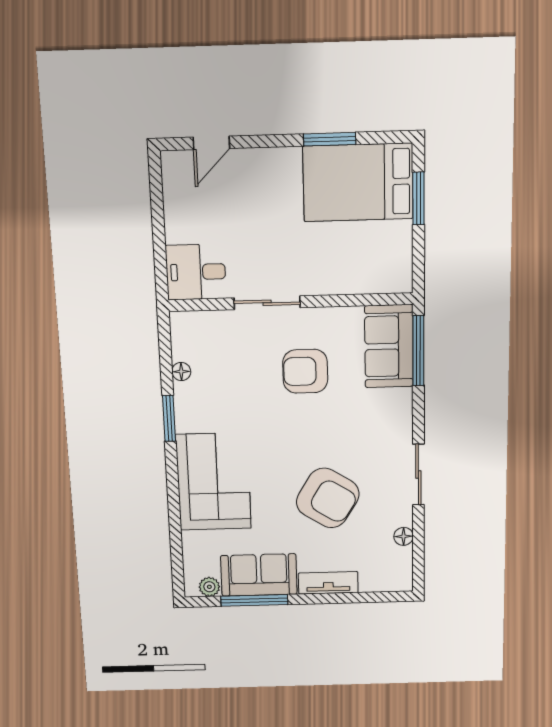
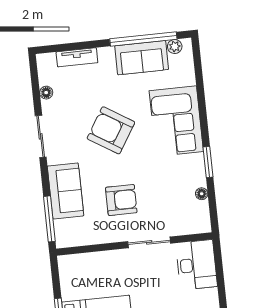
desk: (196, 272) -> (196, 265), width x1.37
sofa: (389, 346) -> (66, 191), moved
armchair: (328, 498) -> (111, 130), moved
tv unit: (328, 583) -> (77, 57), moved
window: (254, 600) -> (143, 39), width x1.46

